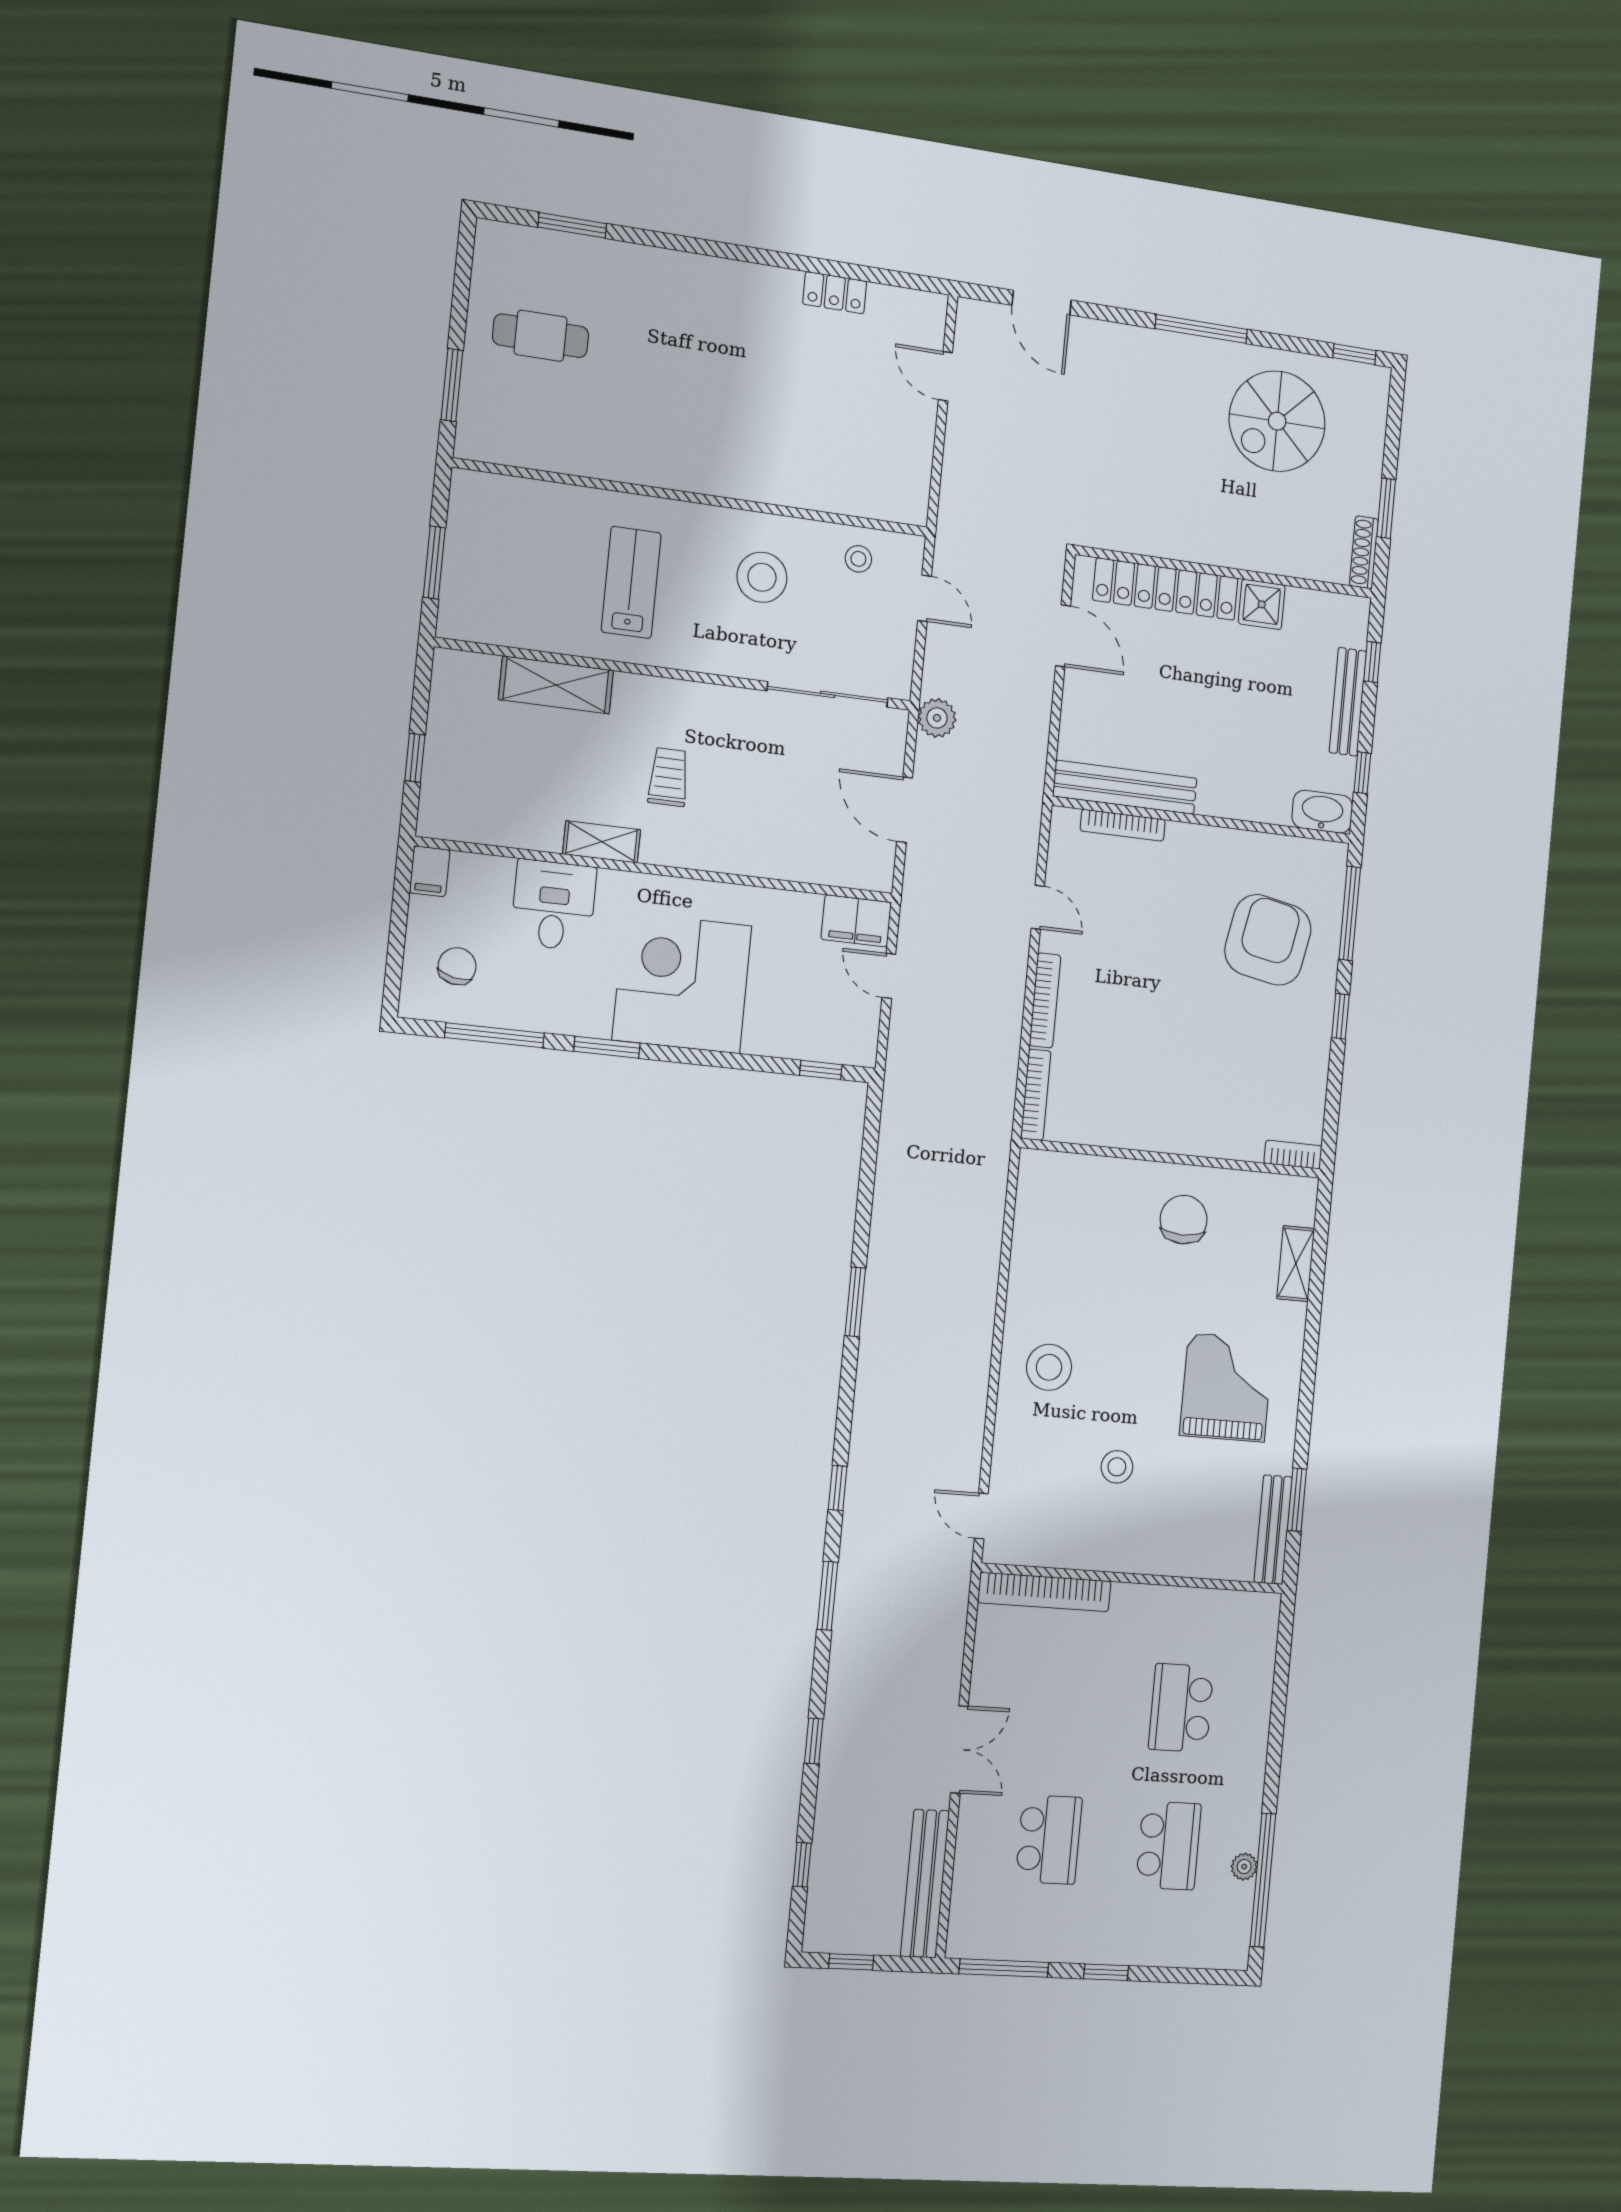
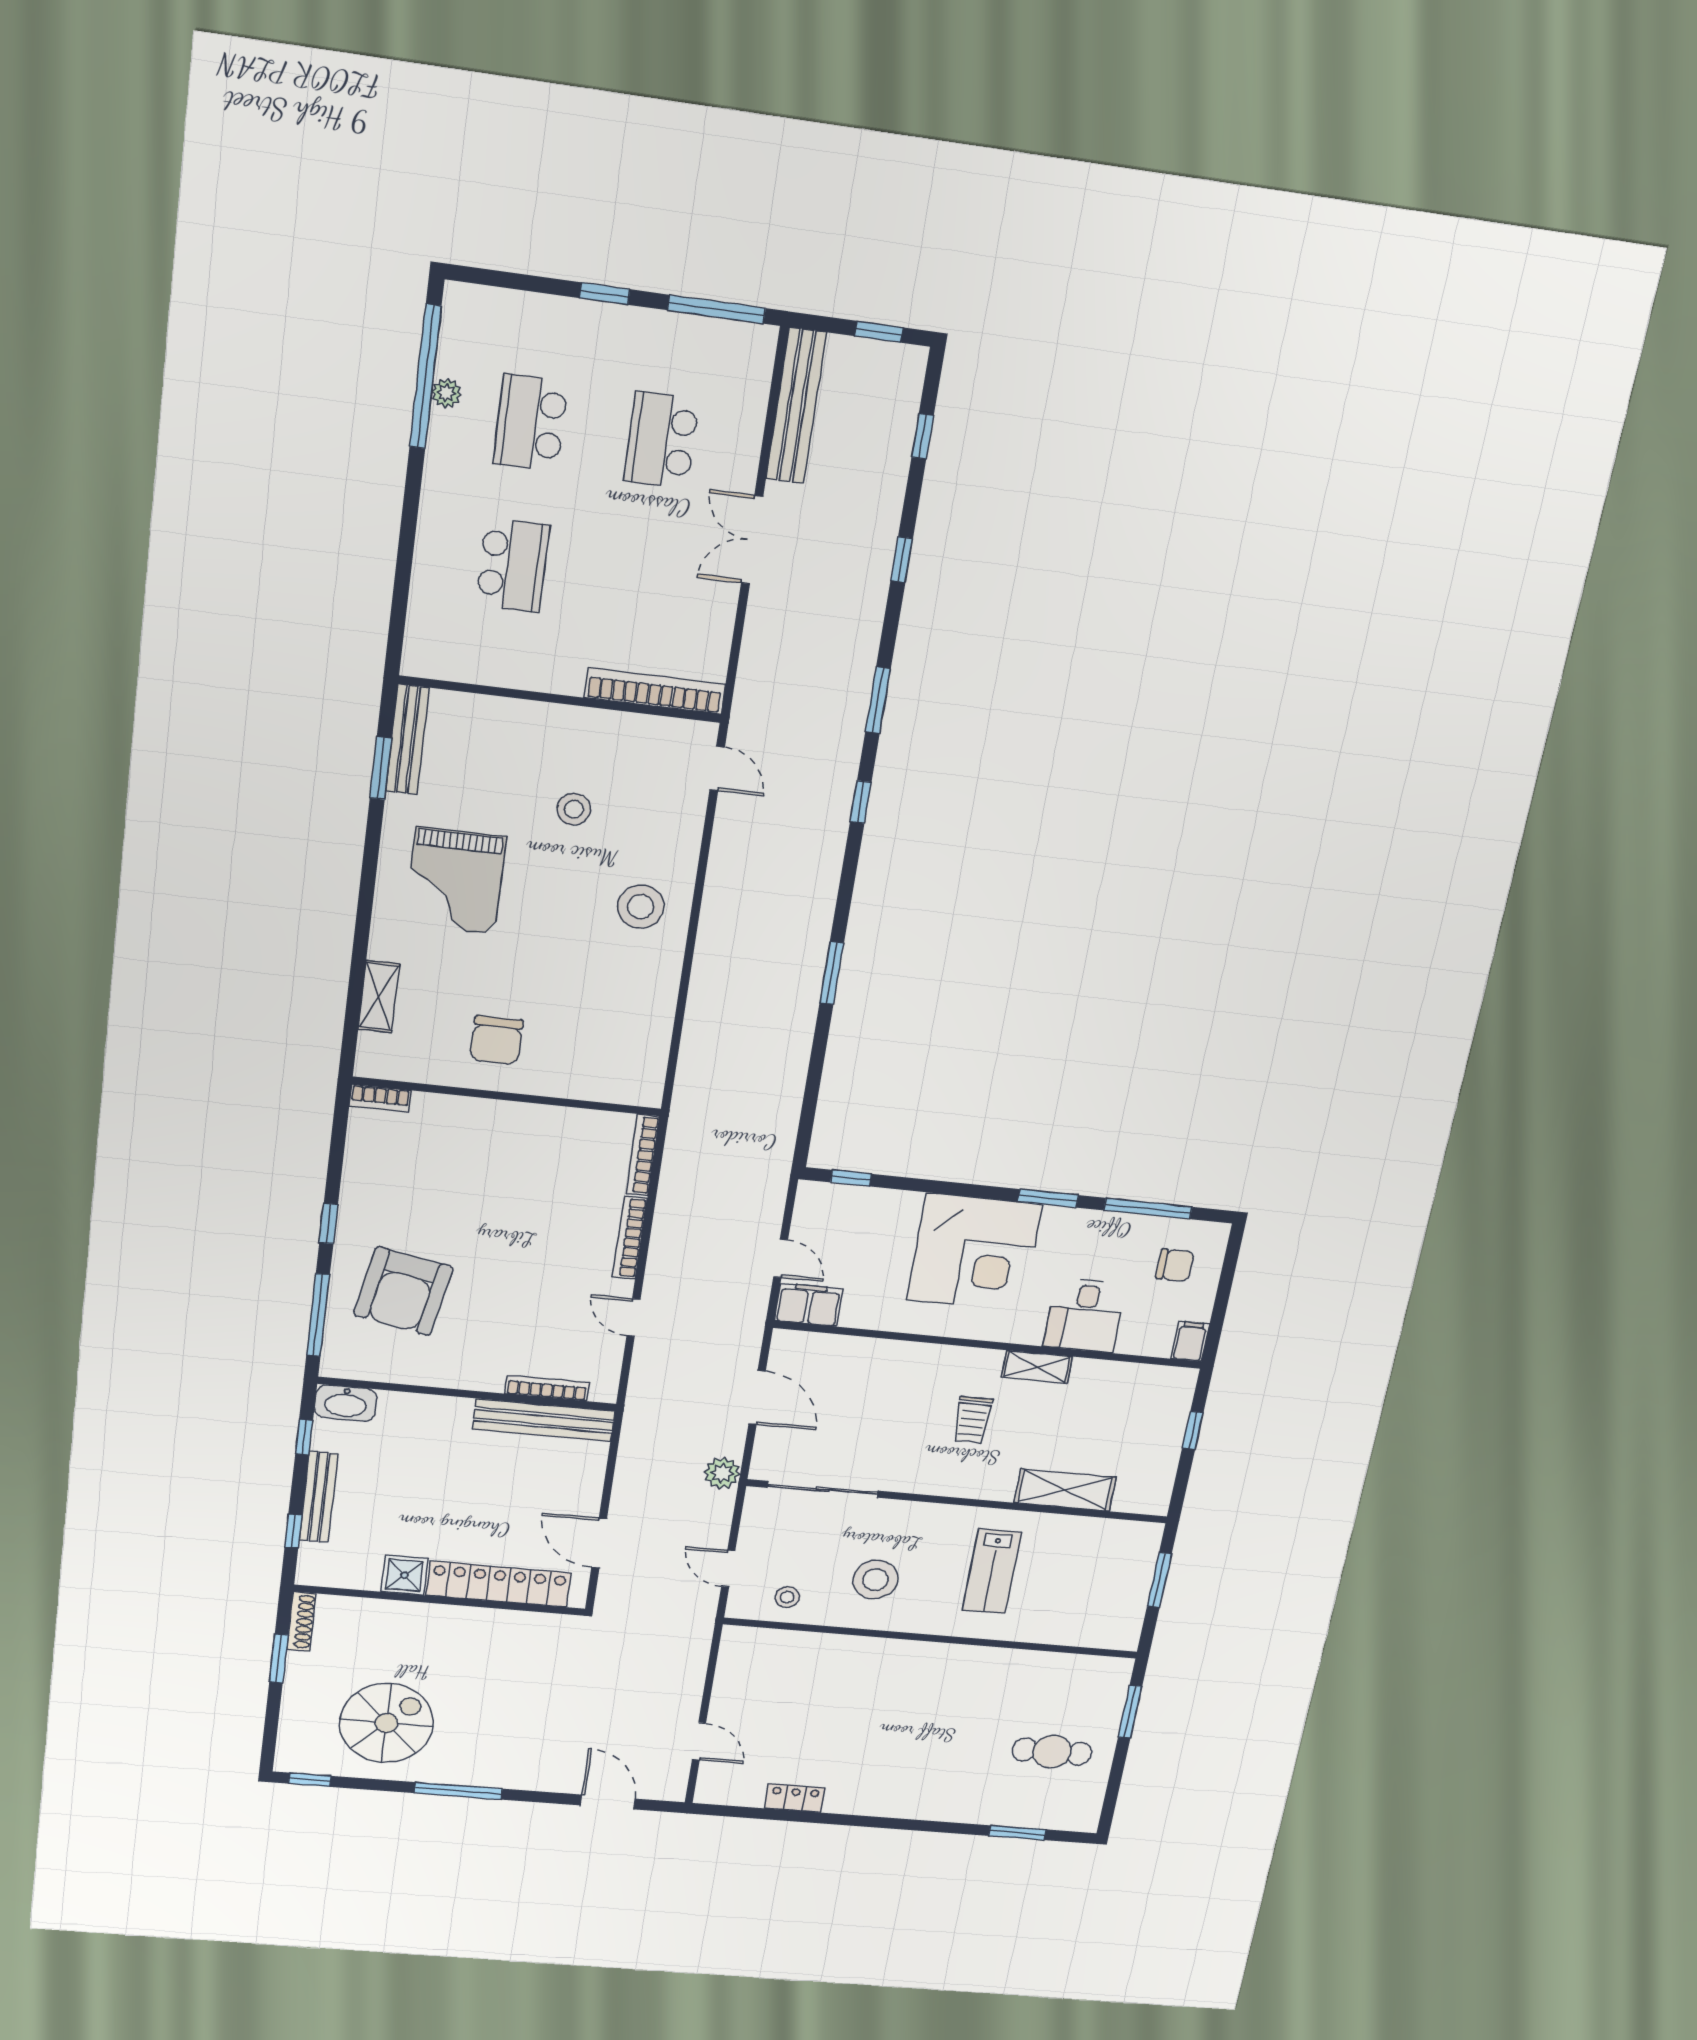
chair: (457, 966) -> (1175, 1265), turned -102

